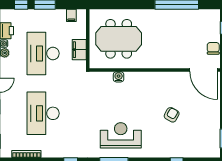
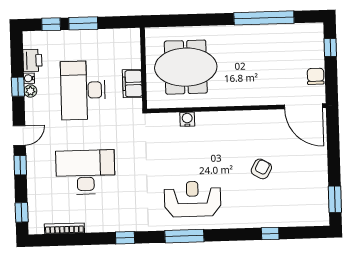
filing cabinet: (71, 15) -> (120, 37), removed
desk: (43, 113) -> (85, 172), turned 90

